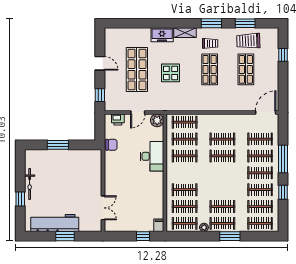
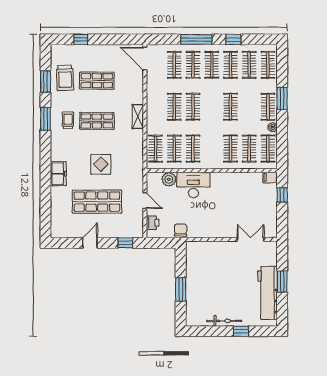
shelving: (185, 33) -> (138, 117), moved
plant: (157, 120) -> (169, 179), moved
clothes rail: (222, 207) -> (230, 107), moved

